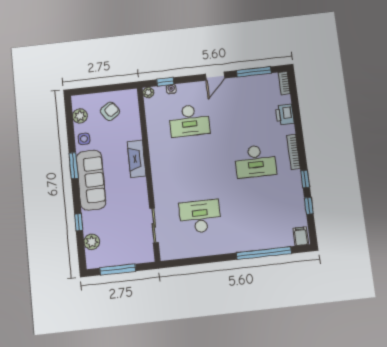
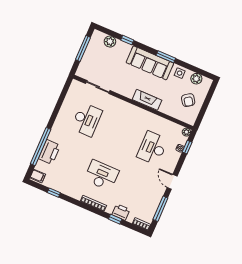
desk: (255, 161) -> (102, 175), turned 90
window: (305, 179) -> (115, 219), moved
printer: (264, 239) -> (49, 152), added

